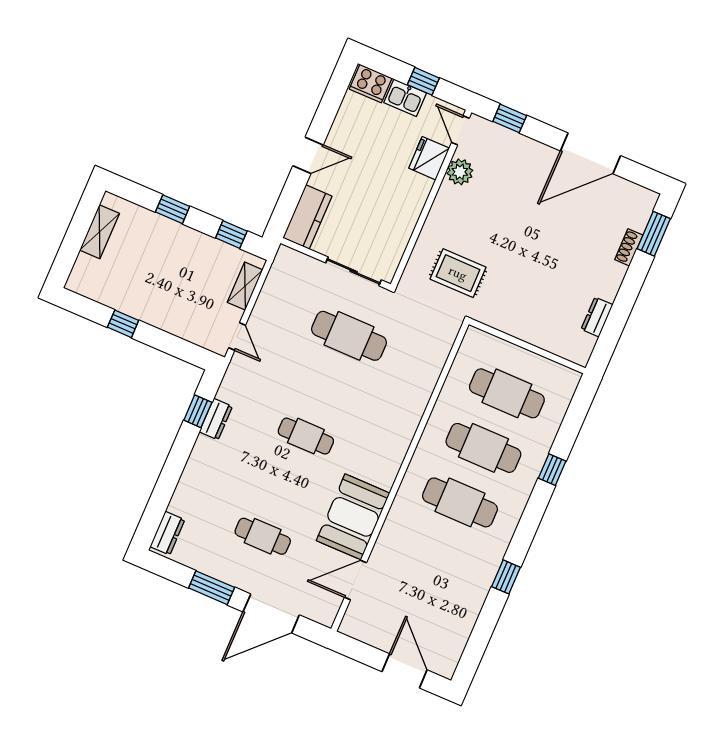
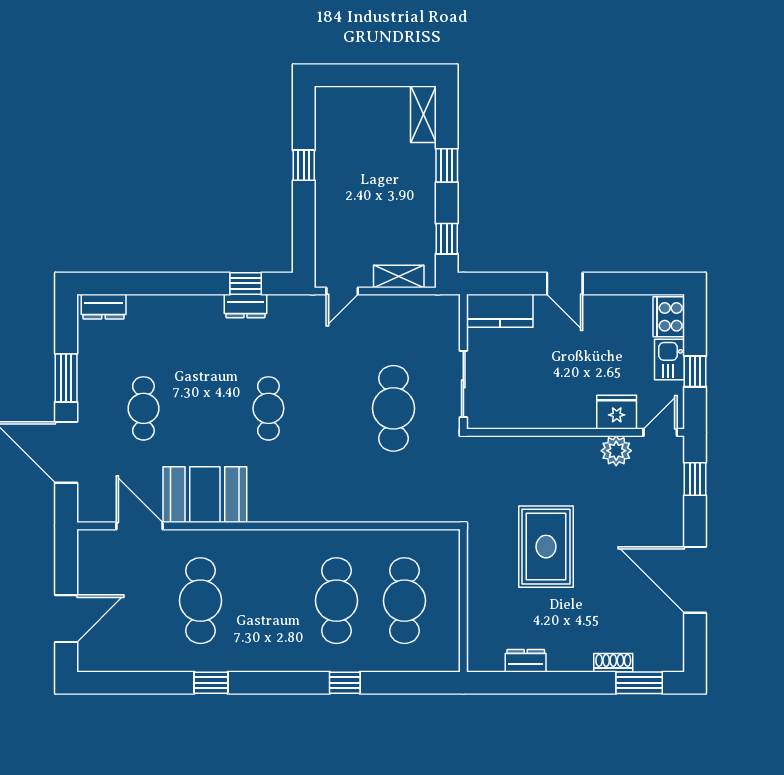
shelving: (100, 232) -> (423, 114), moved, turned 90
rug: (458, 273) -> (546, 547), moved, width x1.36, depth x1.43
cafe table: (460, 502) -> (200, 601), moved

